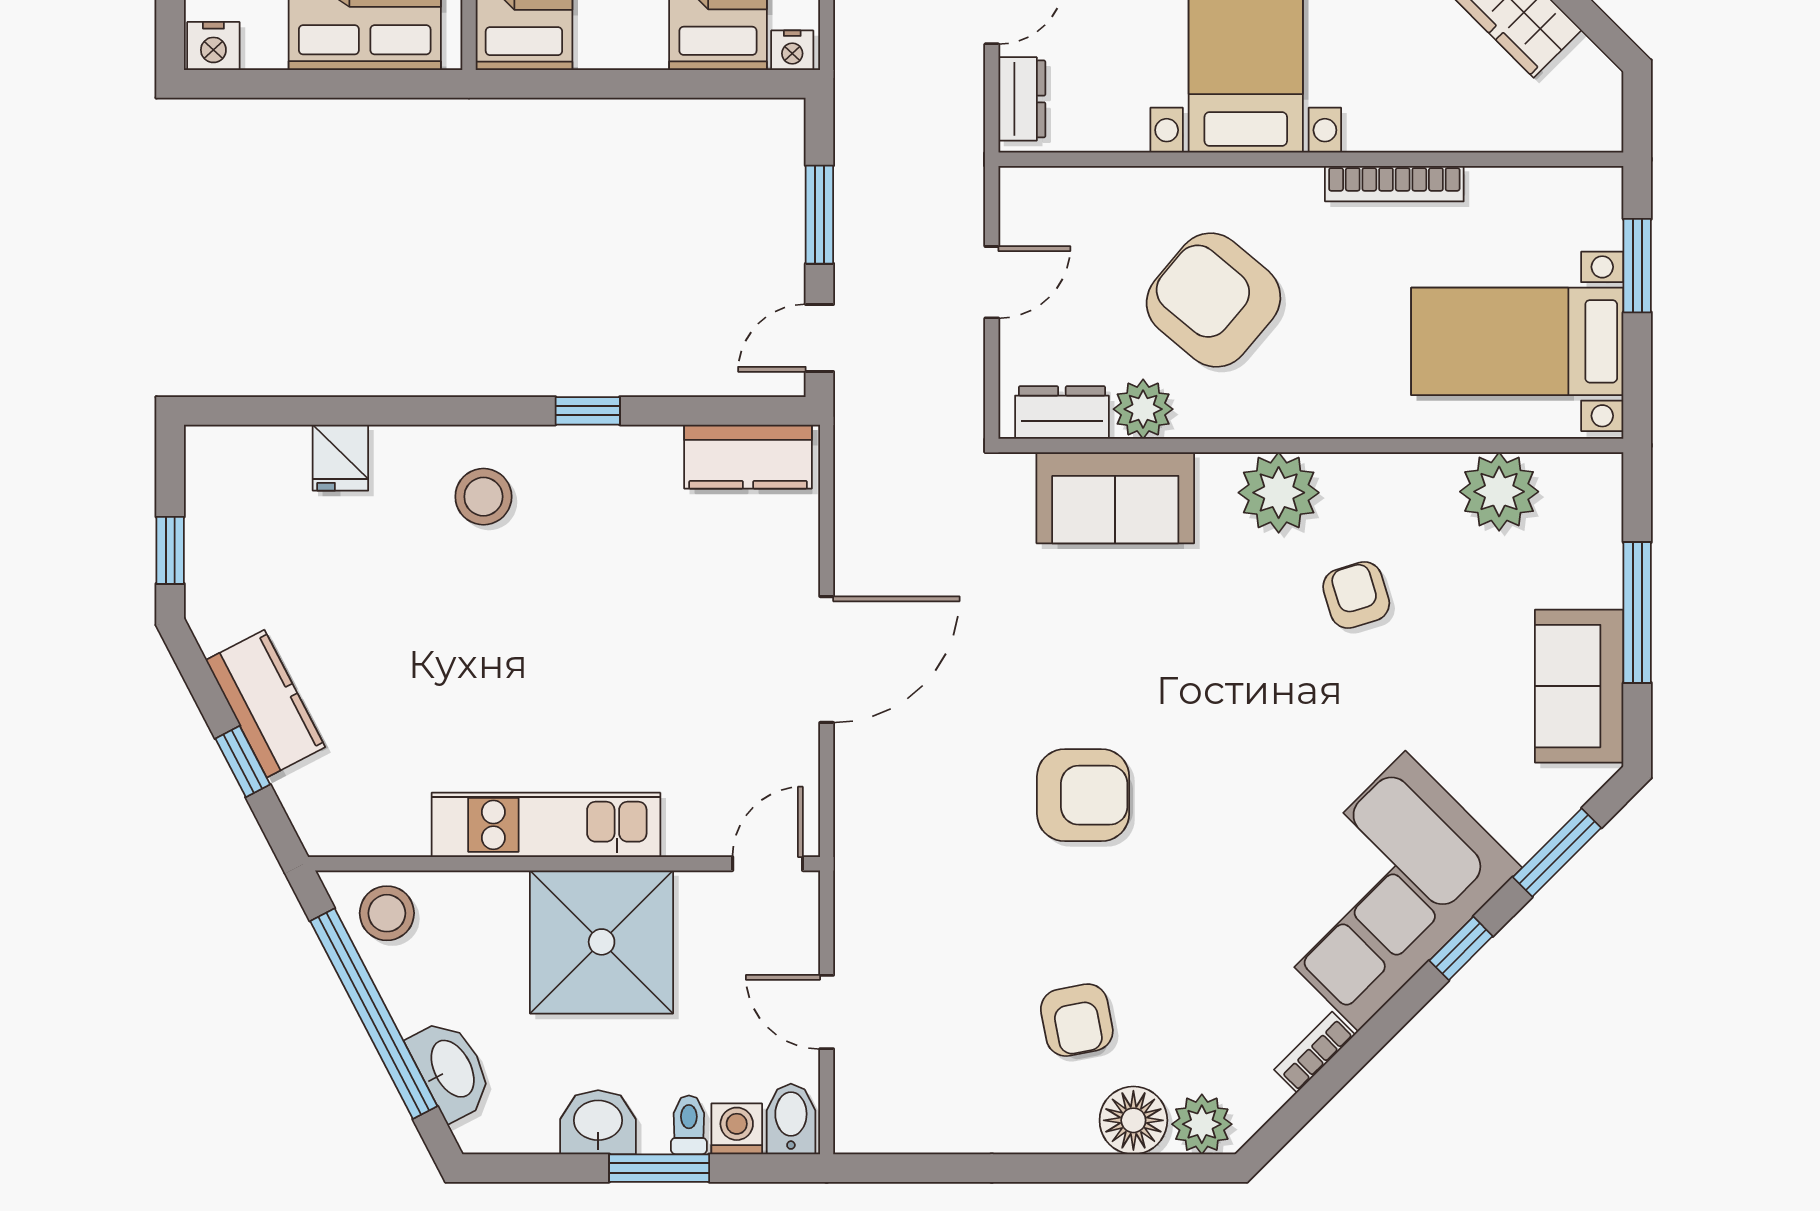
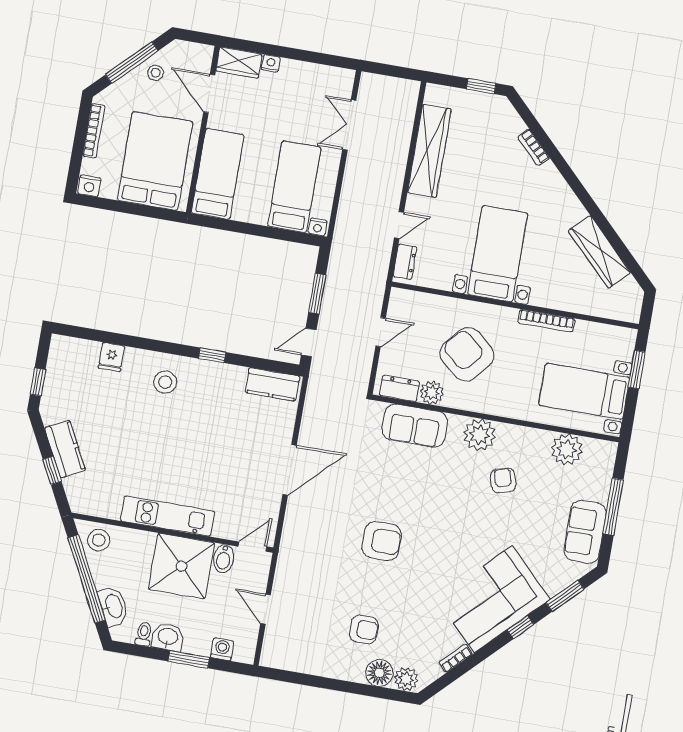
armchair: (1077, 1020) -> (364, 629), turned -79
bidet: (791, 1119) -> (224, 559), moved, turned 180
toilet: (689, 1125) -> (144, 634), moved

